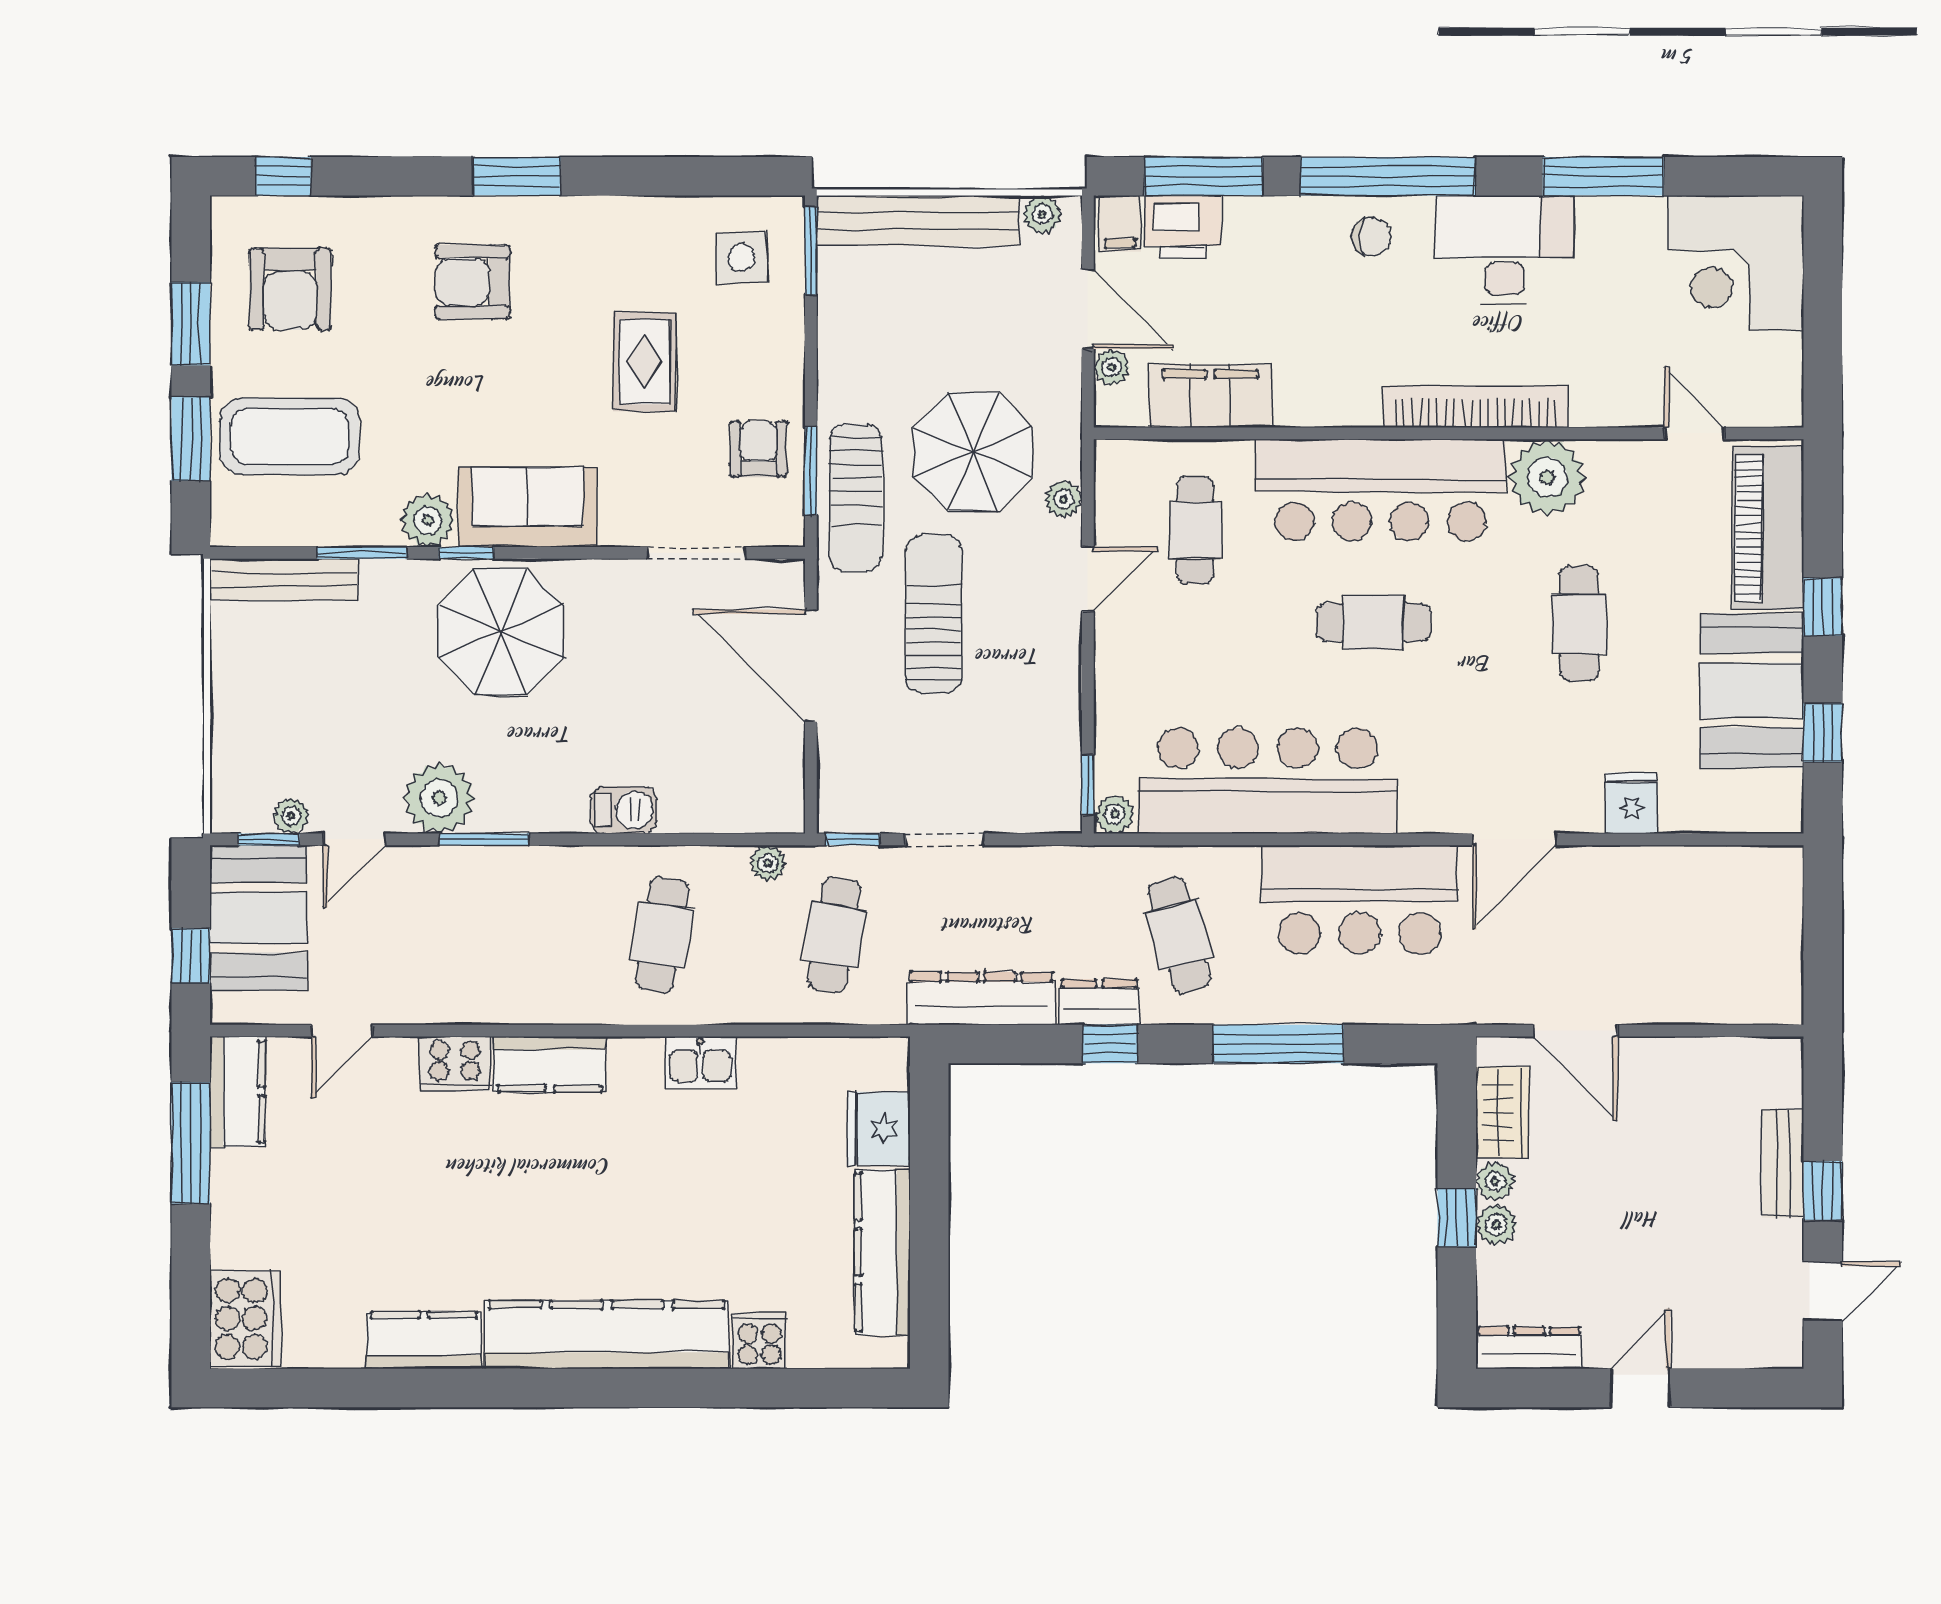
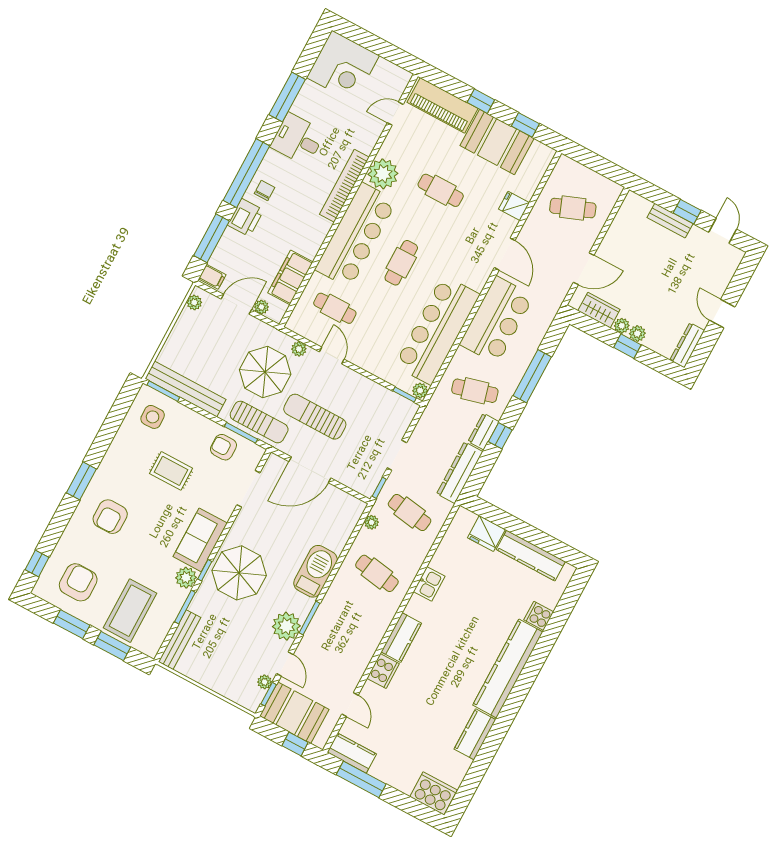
bench: (918, 221) -> (185, 389), moved, turned 90
printer: (1183, 227) -> (246, 218), moved
desk: (1504, 250) -> (298, 139), width x0.73
armchair: (290, 289) -> (78, 582), turned -90
barbecue: (624, 810) -> (315, 571), width x1.88, depth x1.53
cafe table: (1696, 935) -> (573, 208), added

